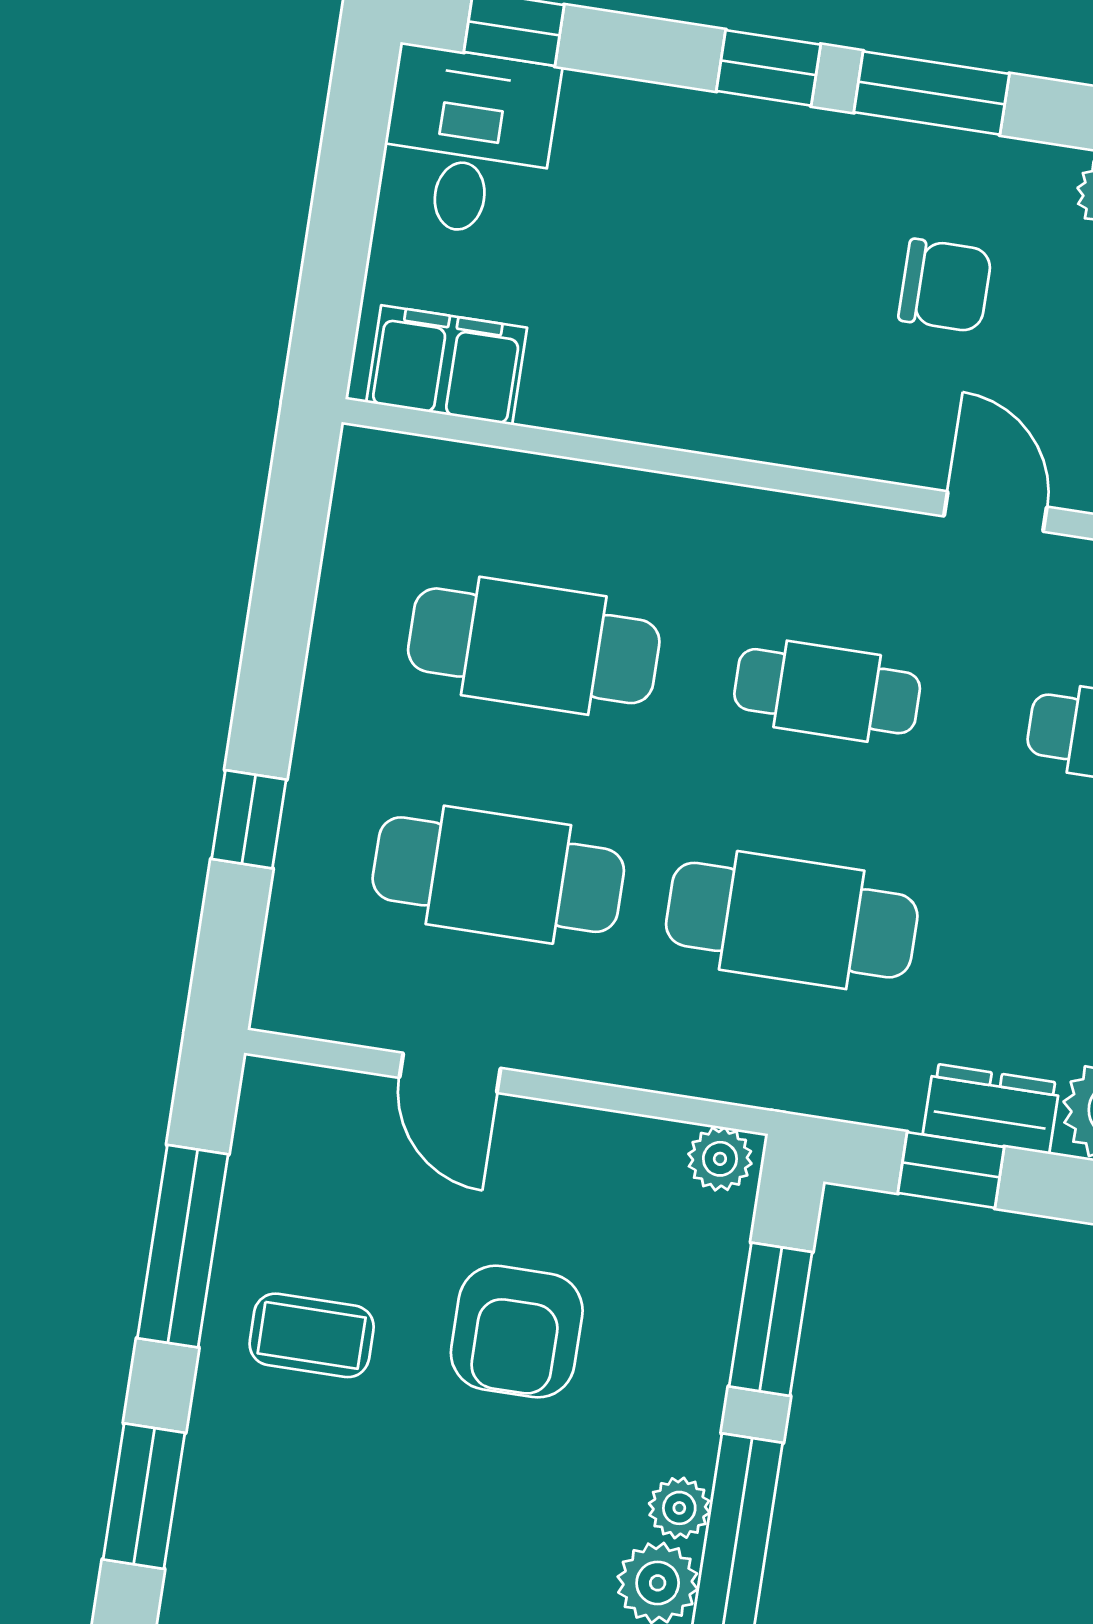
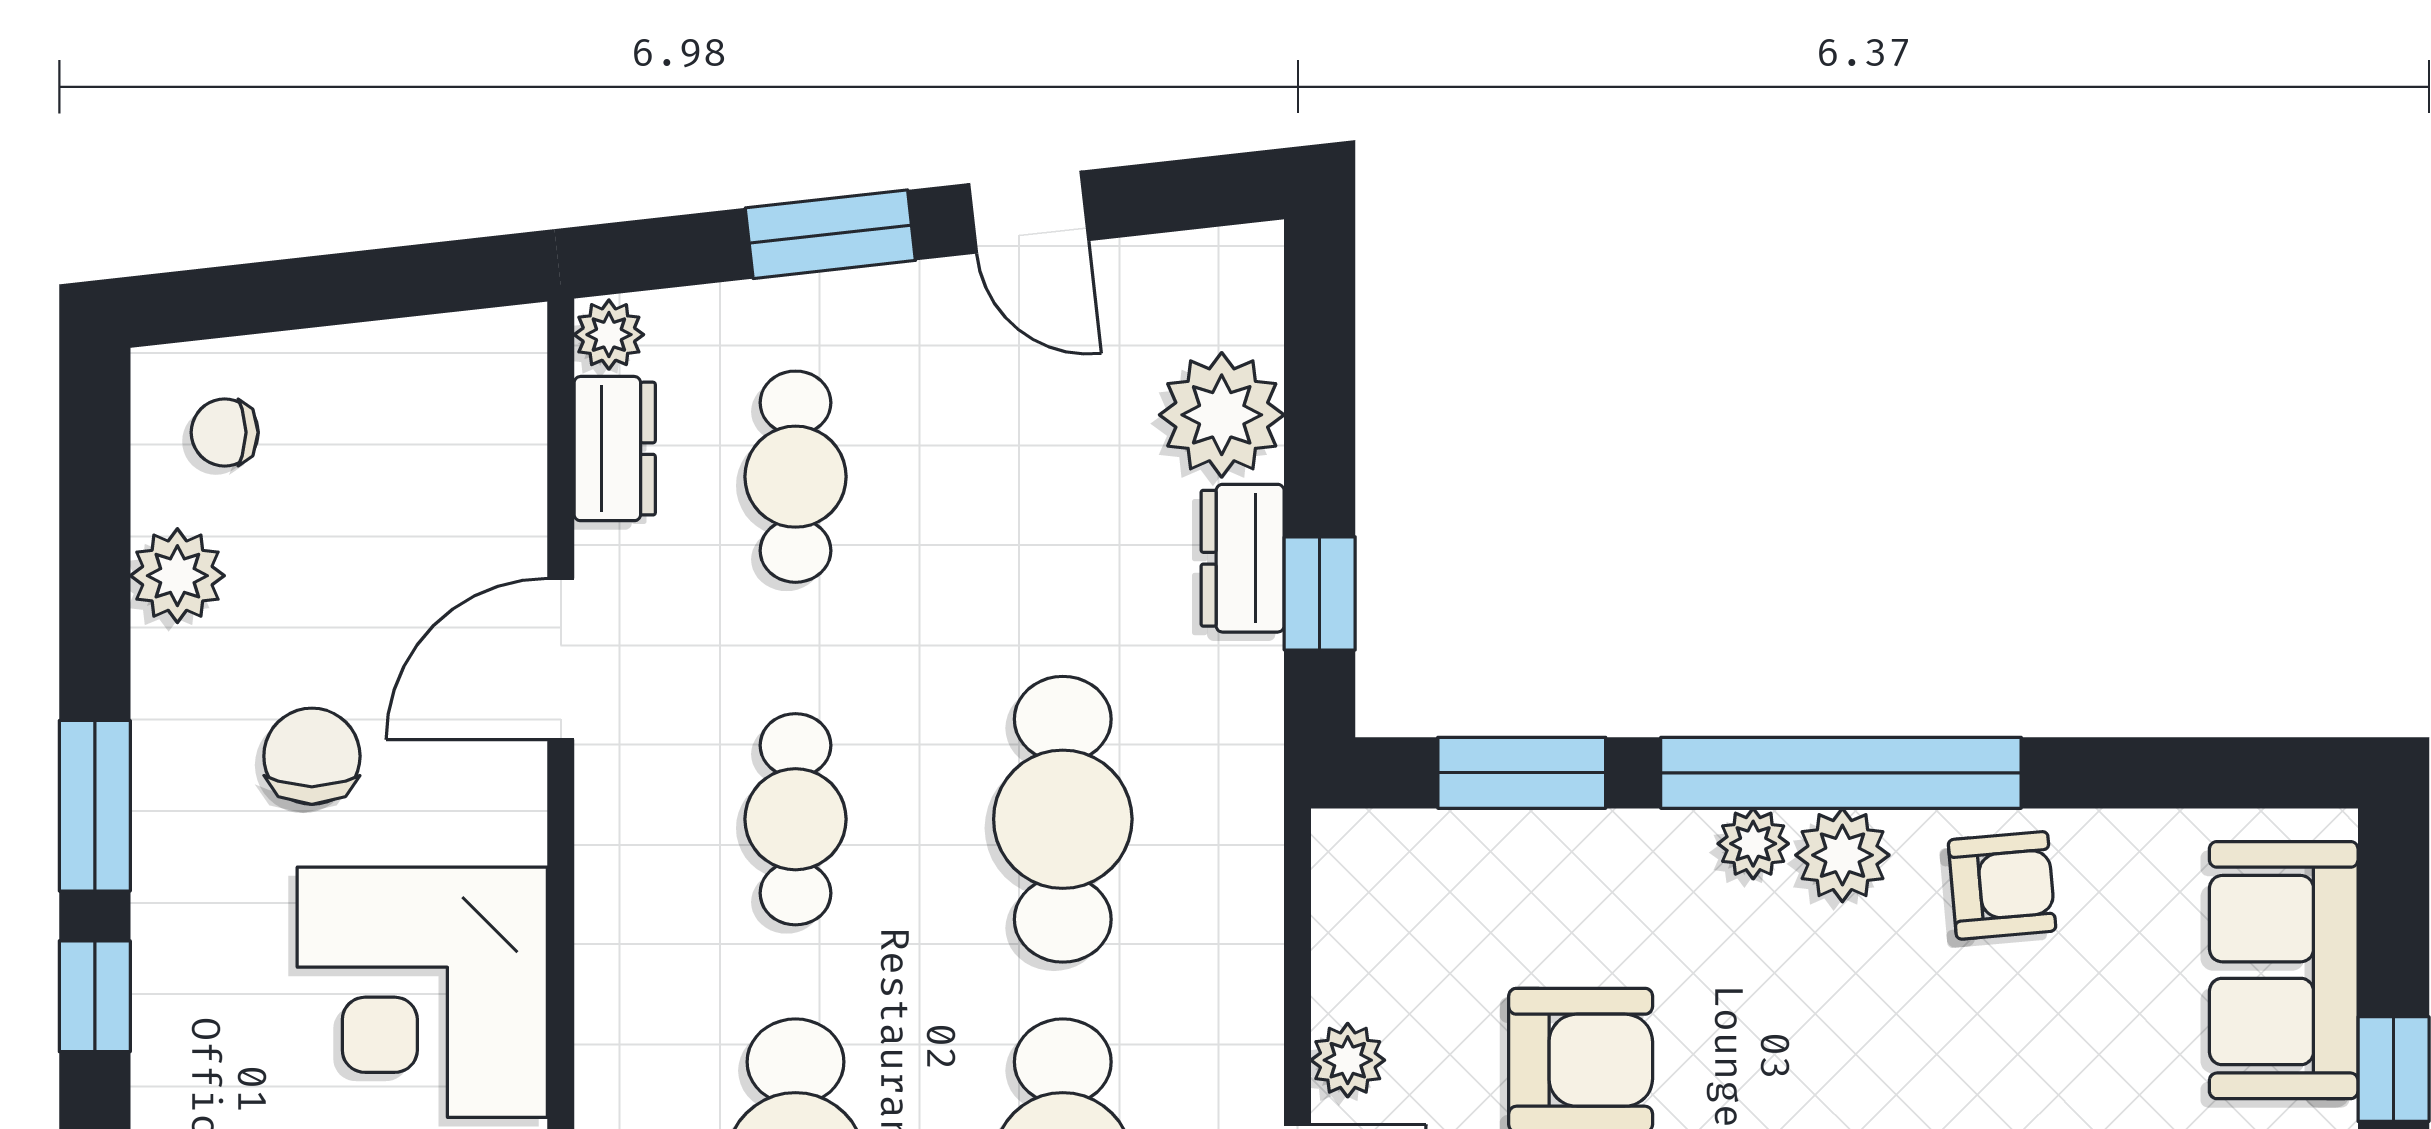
corner desk: (728, 349) -> (422, 992), added
door: (995, 511) -> (561, 659), width x1.38
plant: (720, 1159) -> (1348, 1060), moved

